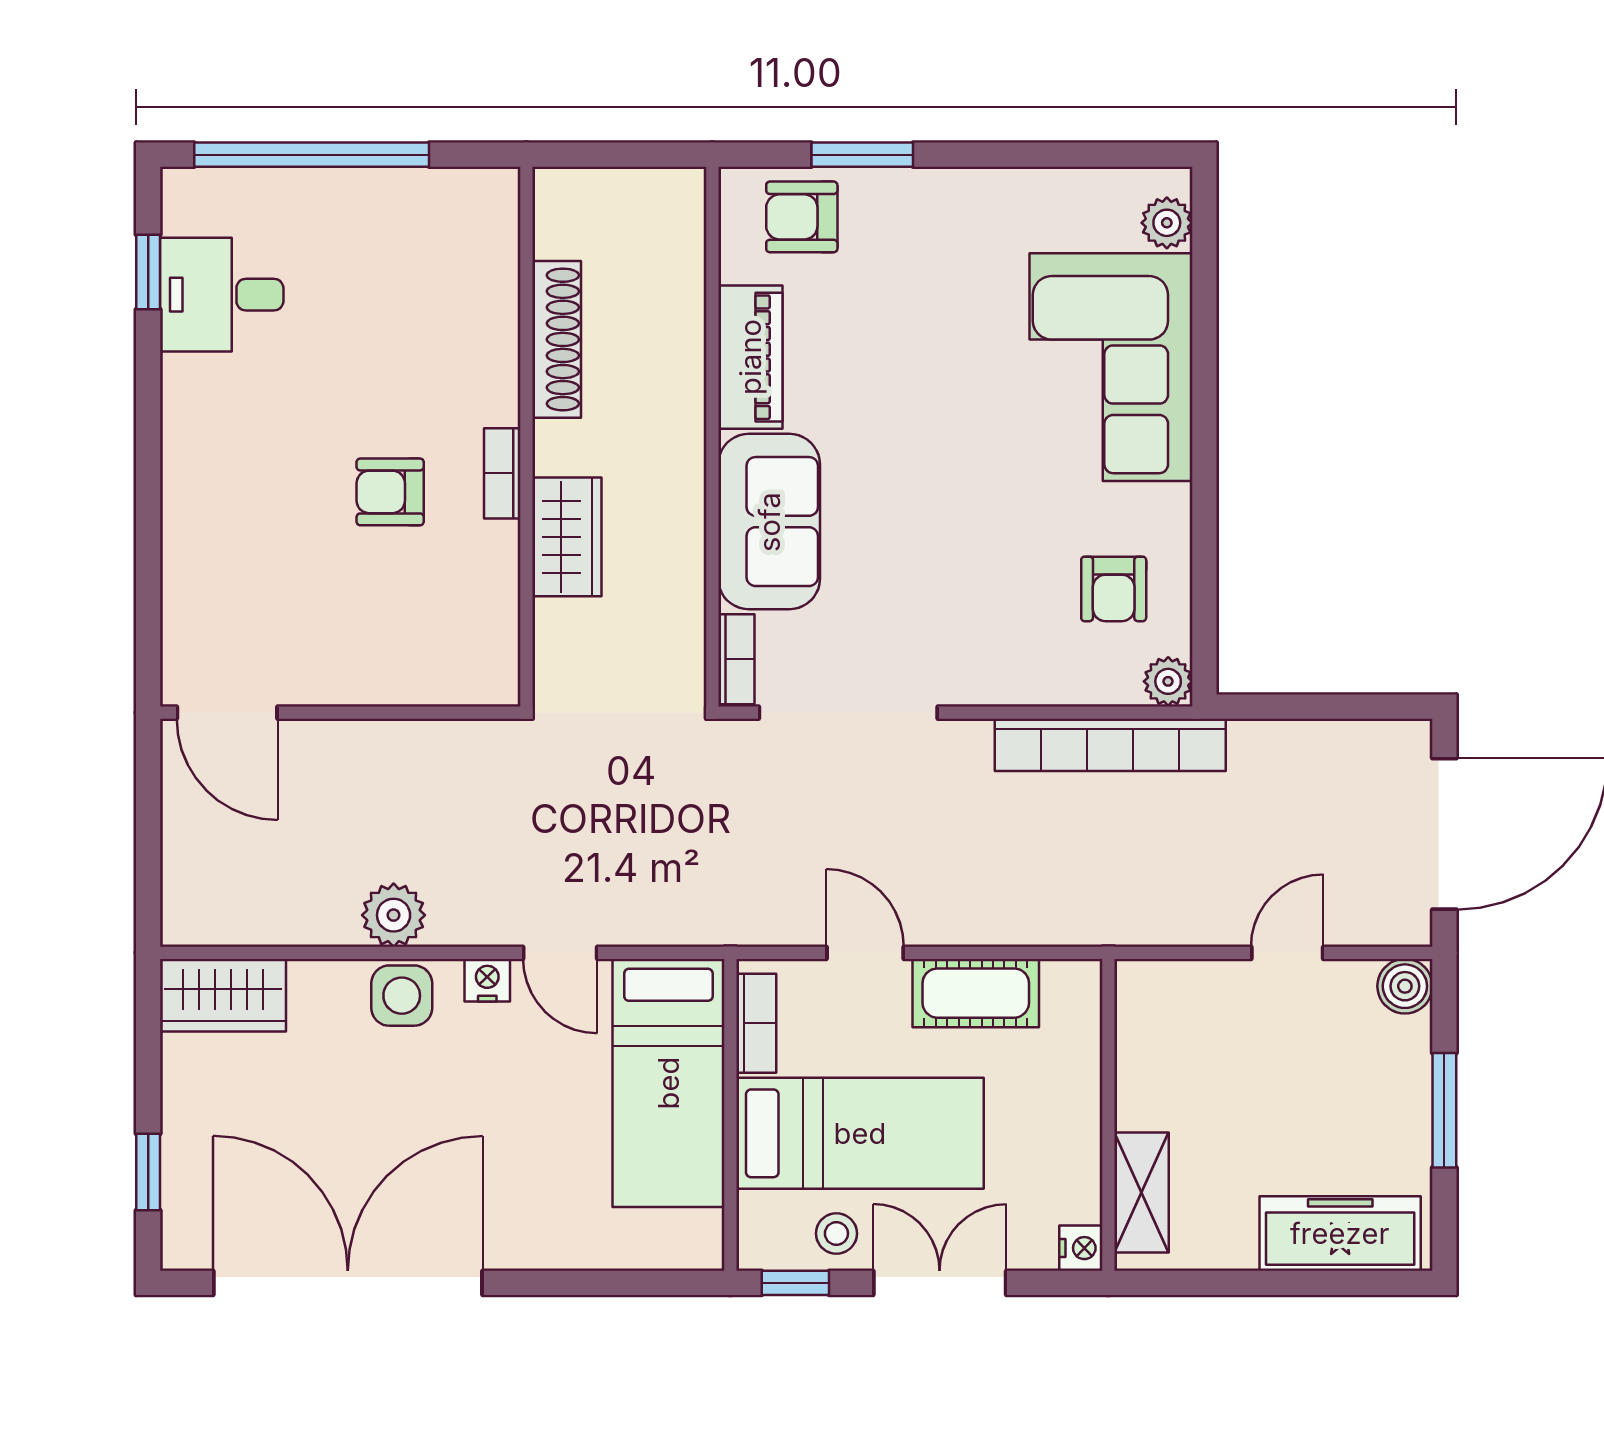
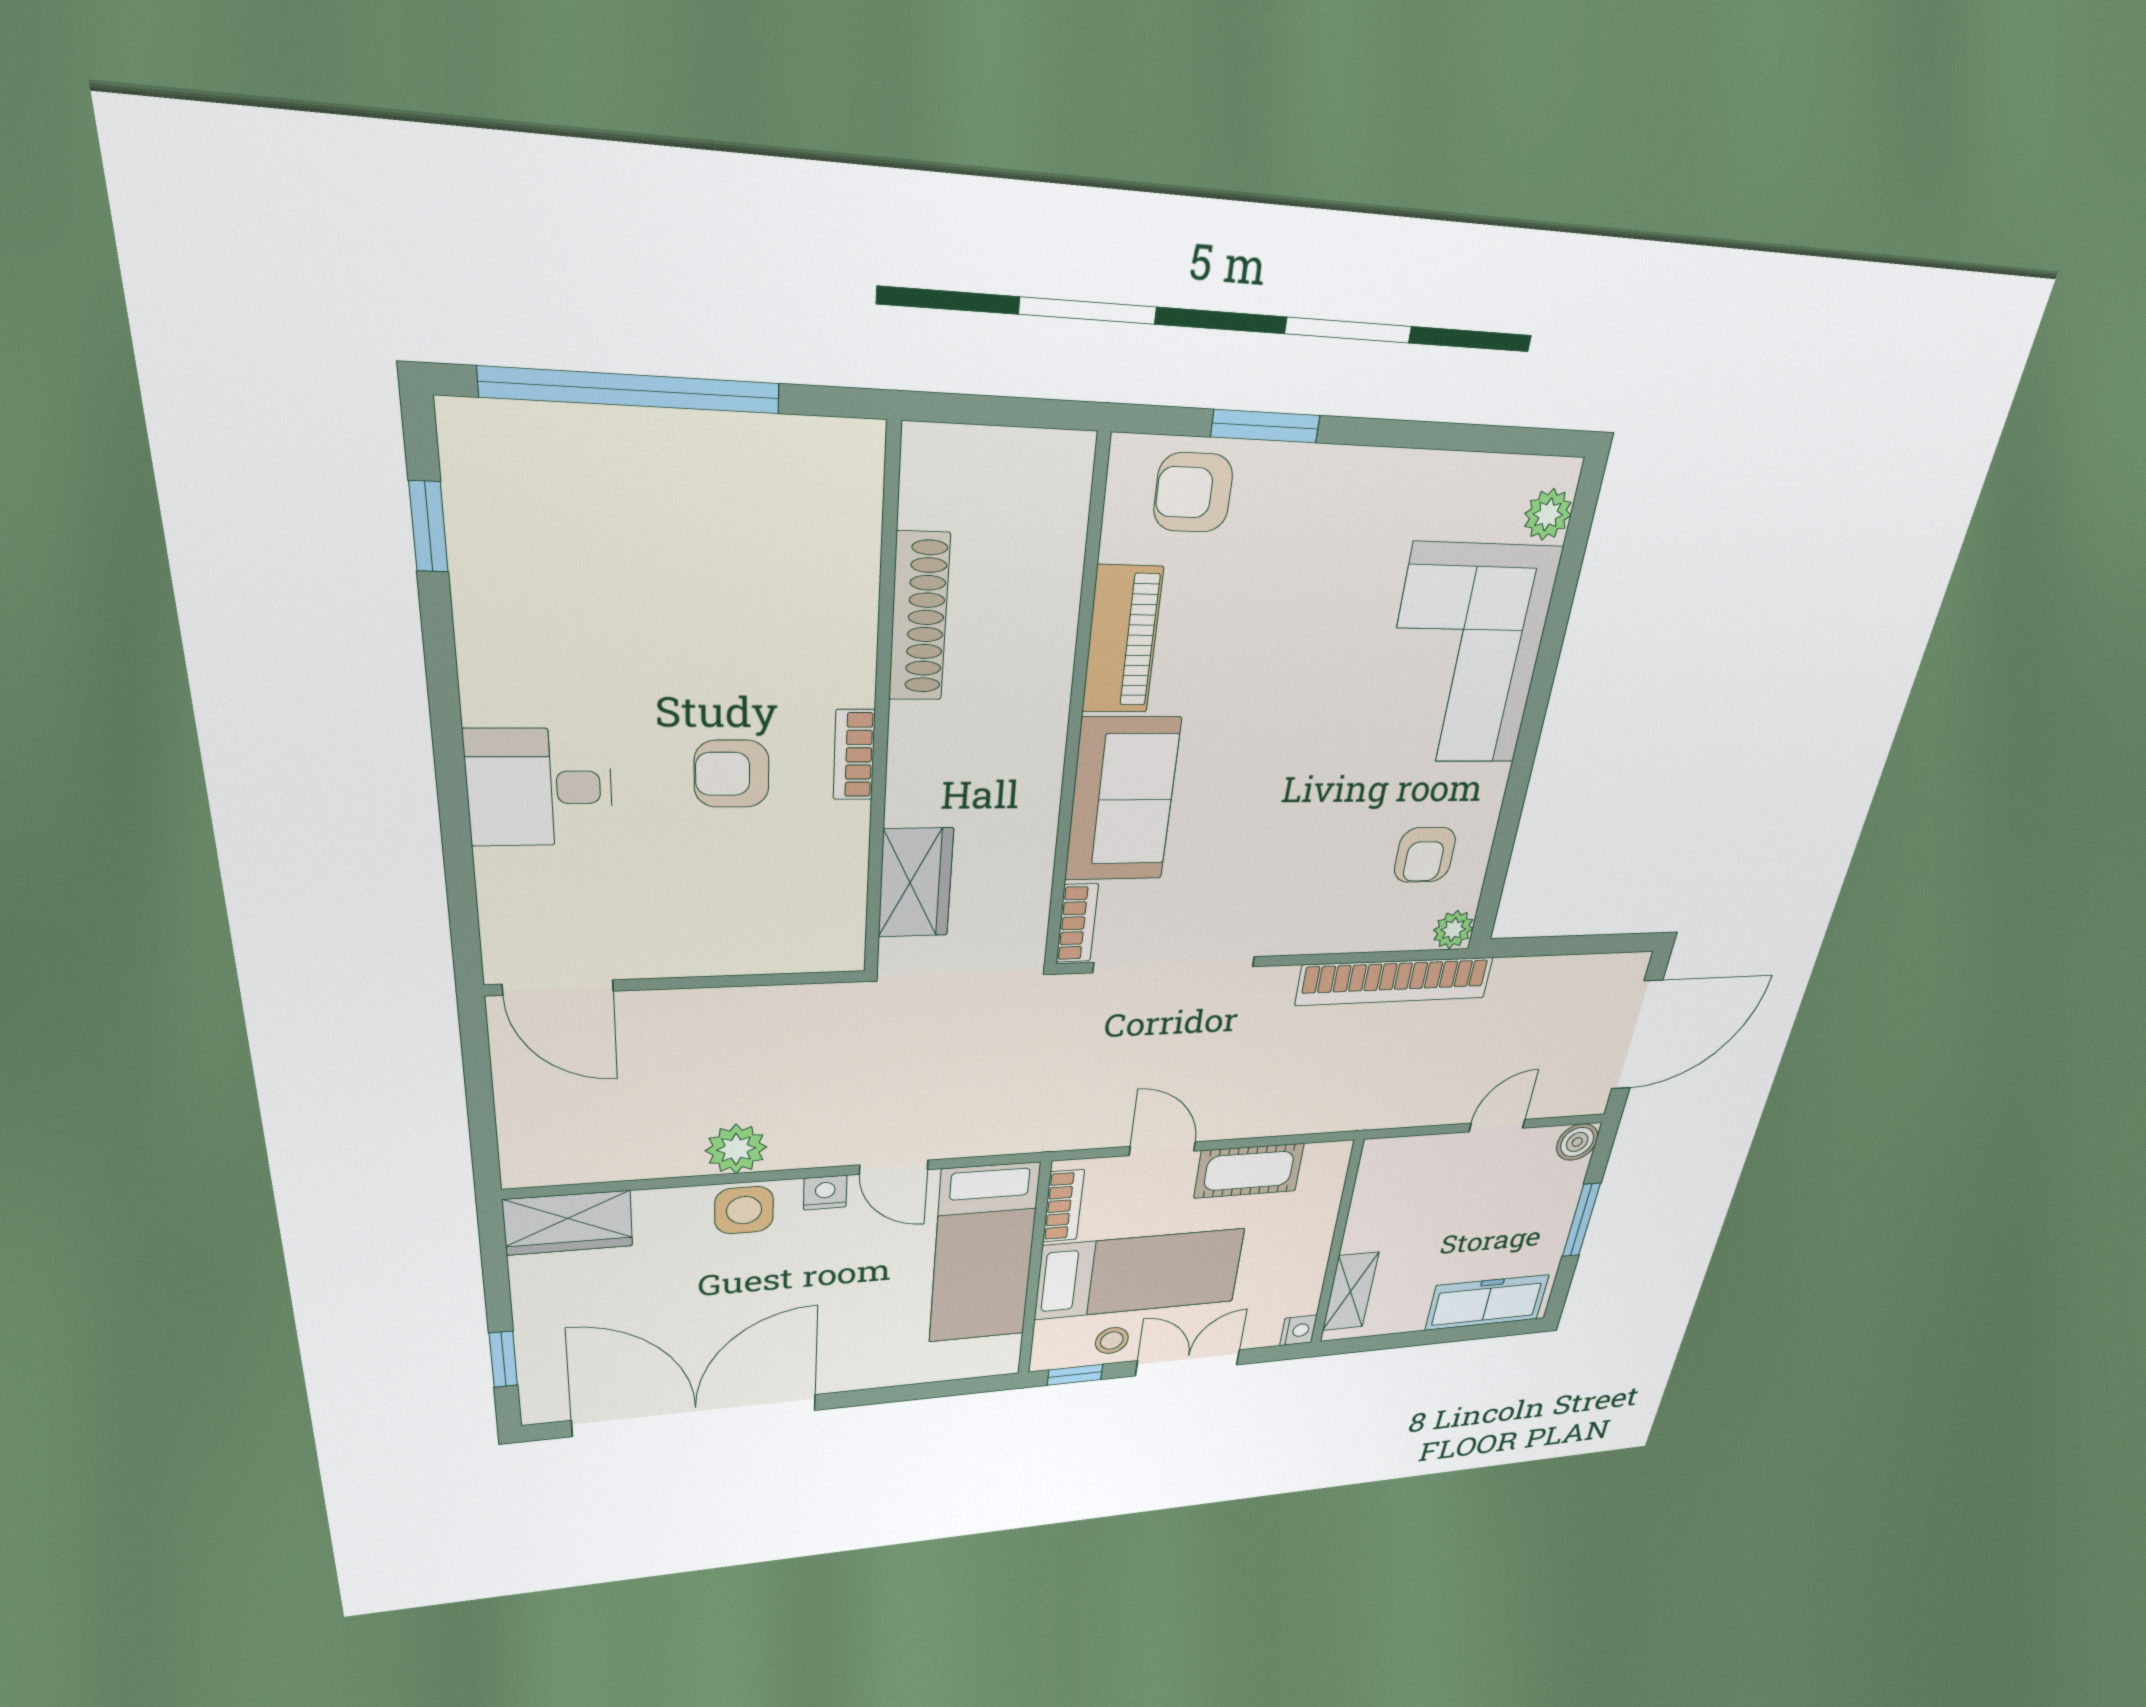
desk: (222, 295) -> (540, 788), moved
wardrobe: (567, 537) -> (916, 883), moved

